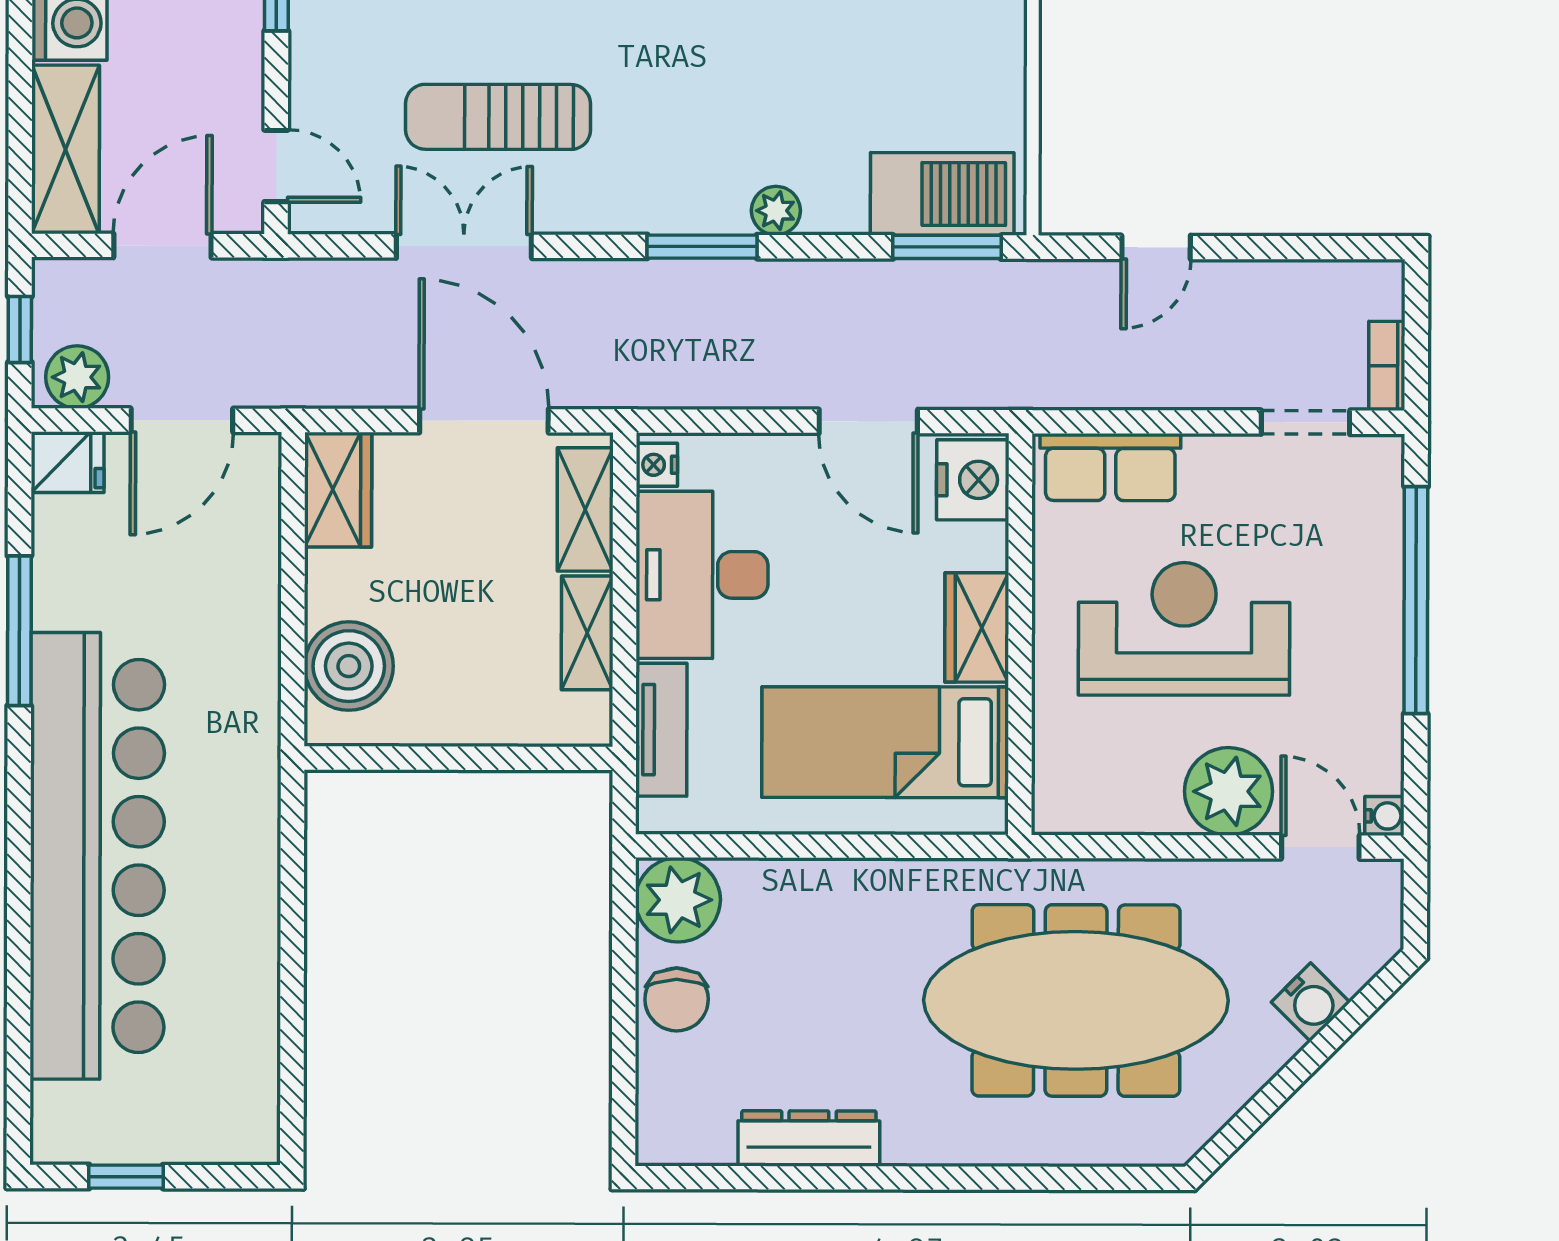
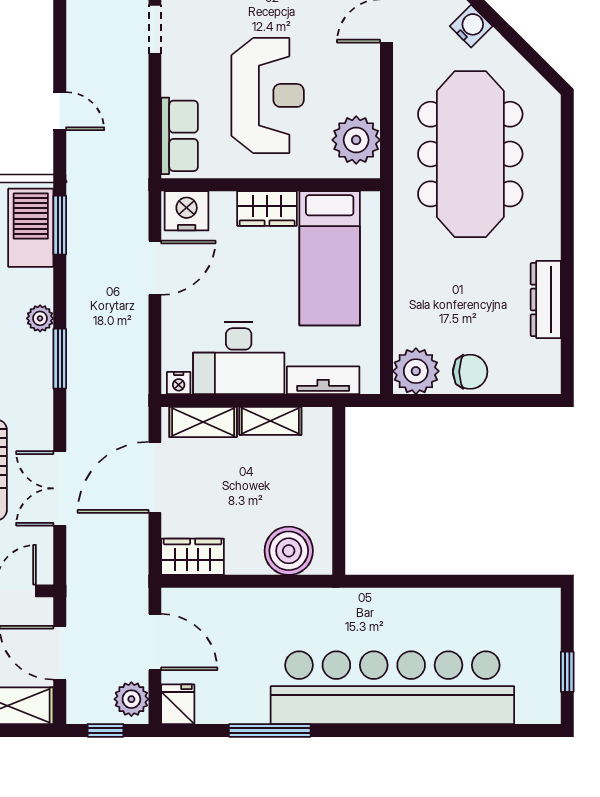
reception desk: (1184, 629) -> (268, 95), turned 180
plant: (1229, 791) -> (356, 140), moved

